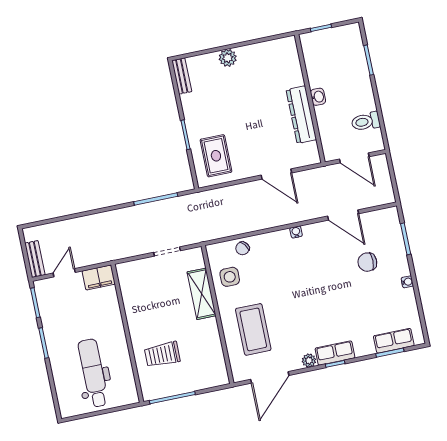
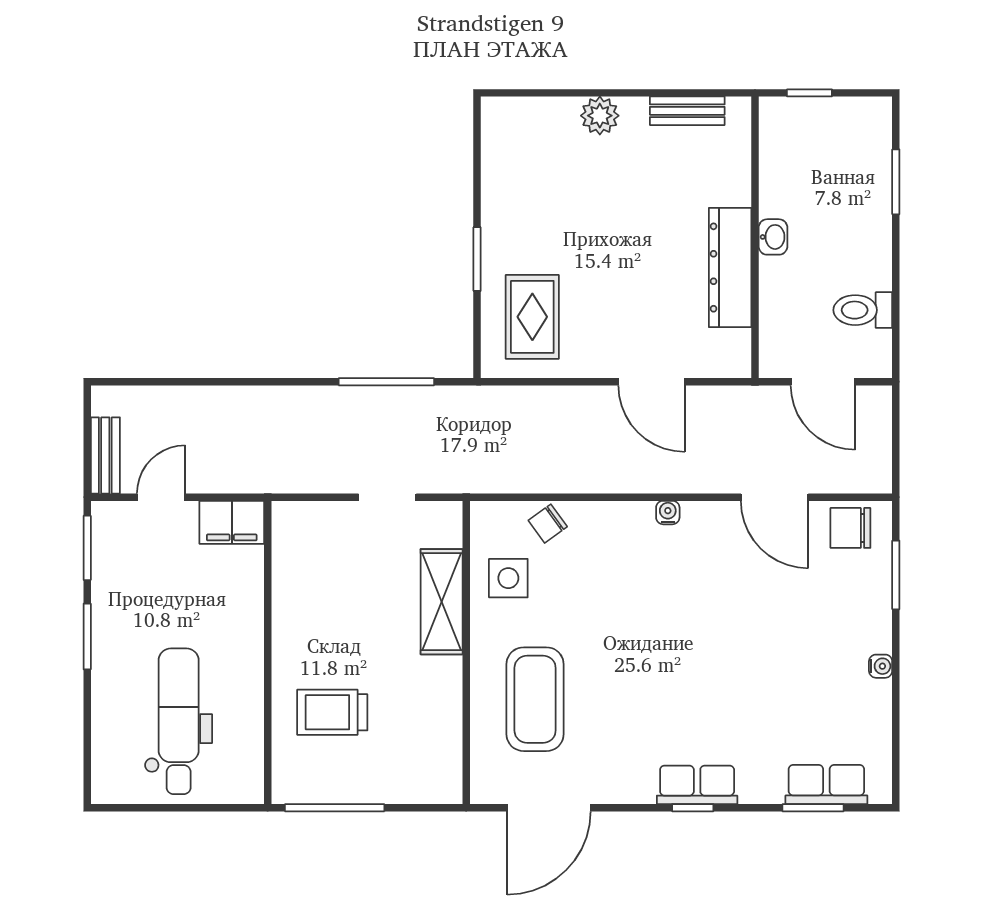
bench: (182, 76) -> (687, 111), moved, turned 90
chair: (367, 262) -> (850, 528), moved
plant: (309, 360) -> (639, 789), removed

